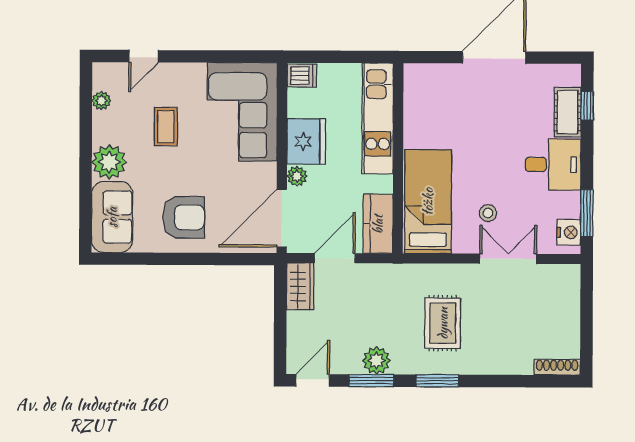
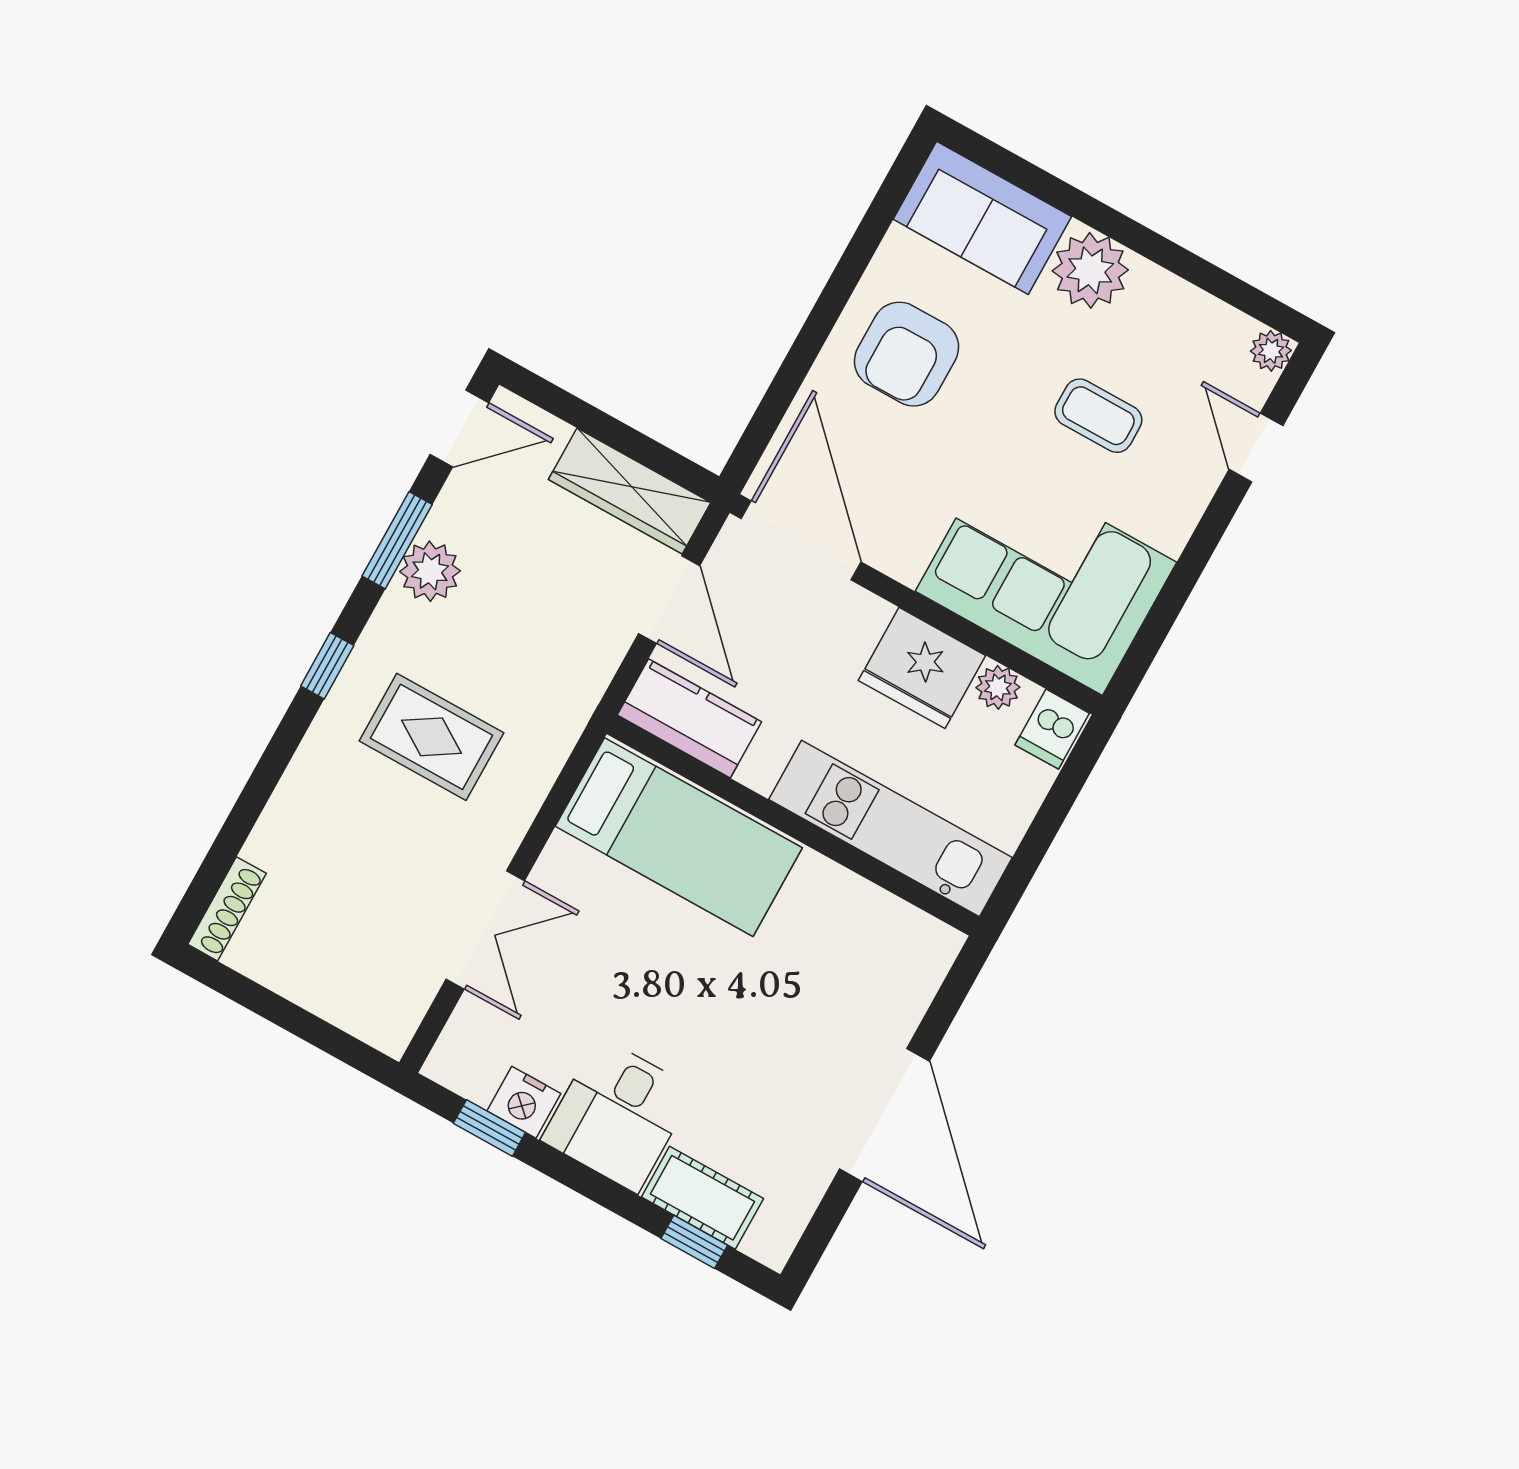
plant: (101, 101) -> (1271, 351), moved
plant: (297, 176) -> (998, 687), moved
stool: (488, 213) -> (594, 939), removed
window: (587, 213) -> (489, 1128), width x0.67
nightstand: (569, 232) -> (524, 1102), moved
wardrobe: (300, 286) -> (630, 491), width x1.50
door: (313, 380) -> (459, 428), hinge flipped
window: (437, 381) -> (327, 666), width x0.67

